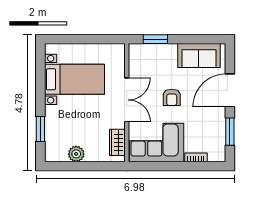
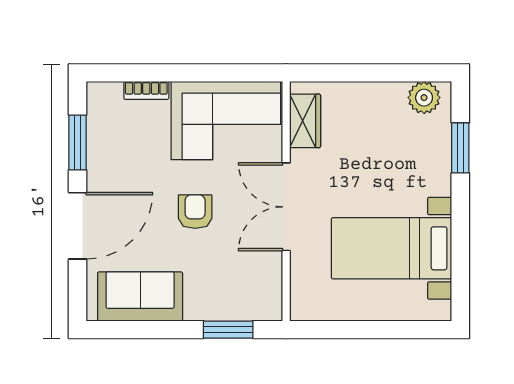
plant: (76, 154) -> (424, 98), moved

